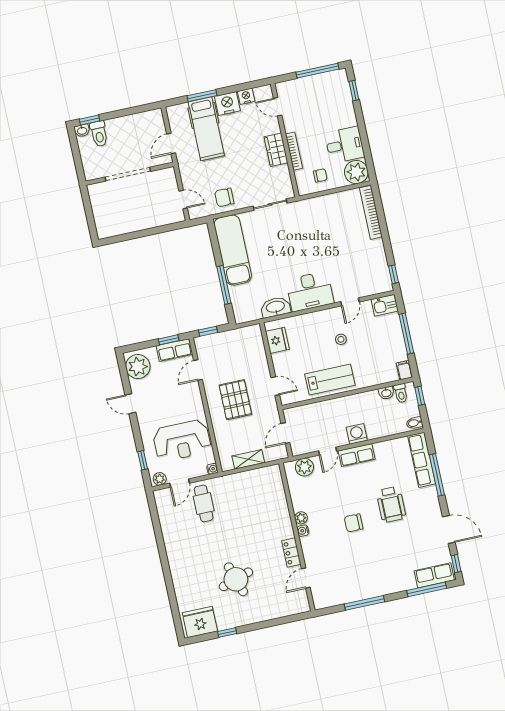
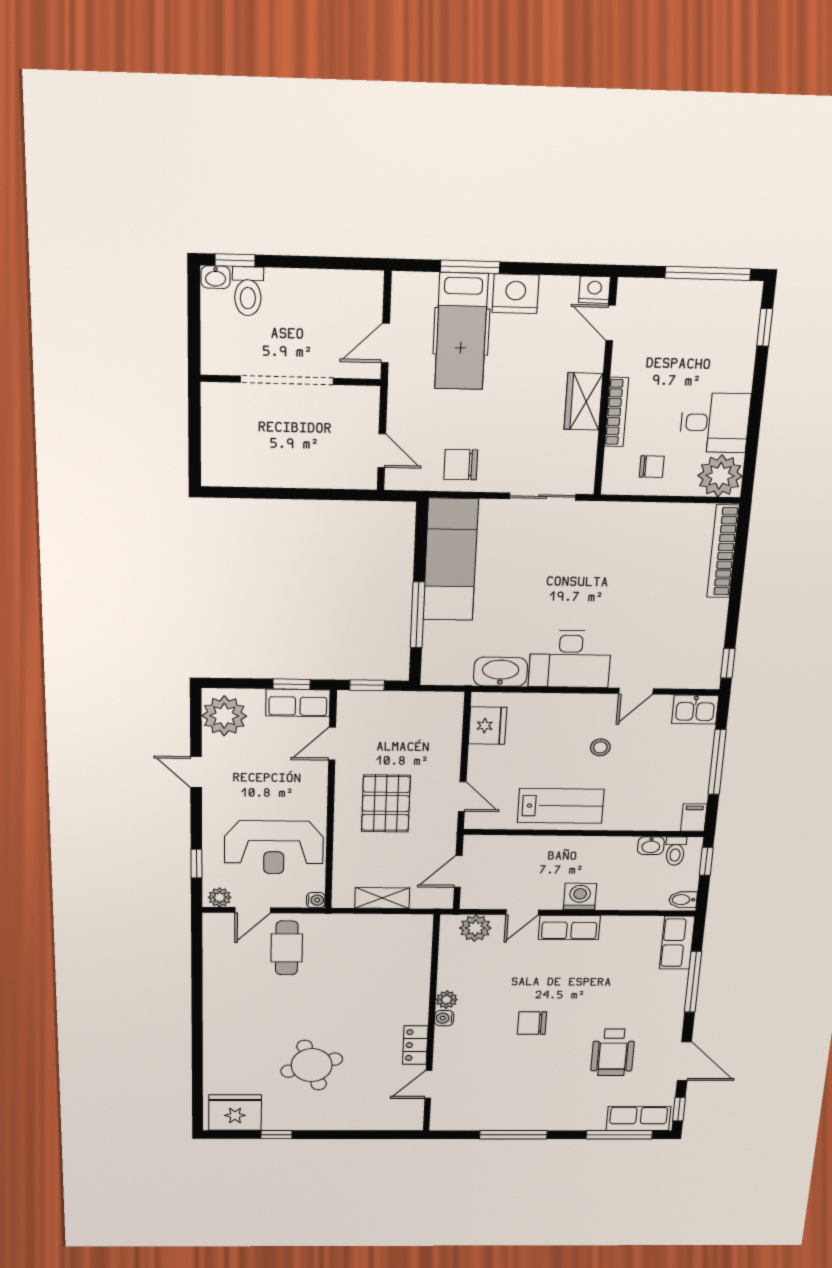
nightstand: (246, 96) -> (594, 290), moved
row of seats: (422, 460) -> (677, 943), width x0.68
wheelchair: (391, 504) -> (613, 1052), moved

